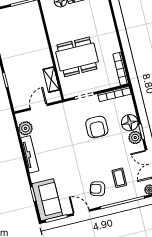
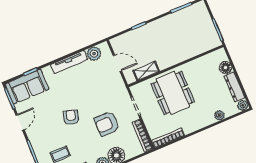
plant: (107, 15) -> (219, 115), added
armchair: (97, 189) -> (71, 117), moved

